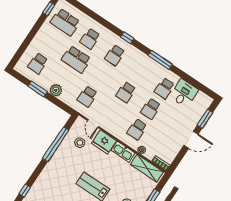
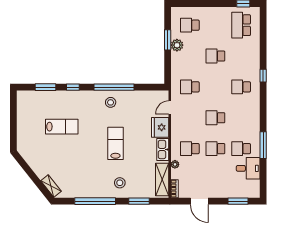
window: (127, 38) -> (263, 76), moved
school desk: (90, 39) -> (241, 56), removed
school desk: (76, 59) -> (215, 56), width x0.54
window: (160, 60) -> (263, 145), moved
plant: (56, 90) -> (177, 45), moved
door: (191, 140) -> (199, 201), moved
stool: (80, 143) -> (111, 102), moved
window: (56, 144) -> (114, 87), moved

